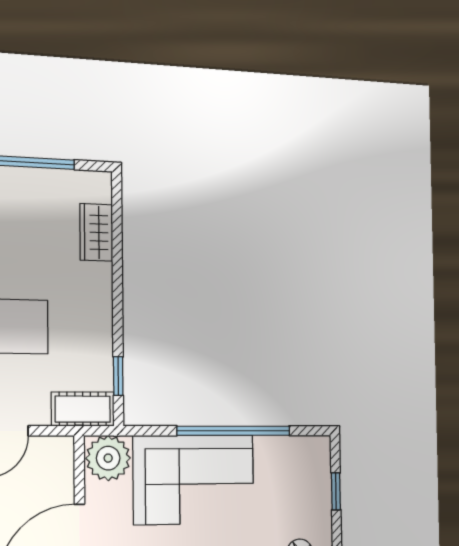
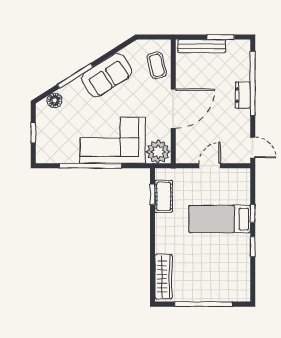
wardrobe: (96, 232) -> (163, 277), width x1.50
cot: (83, 409) -> (164, 196), moved, turned 90

